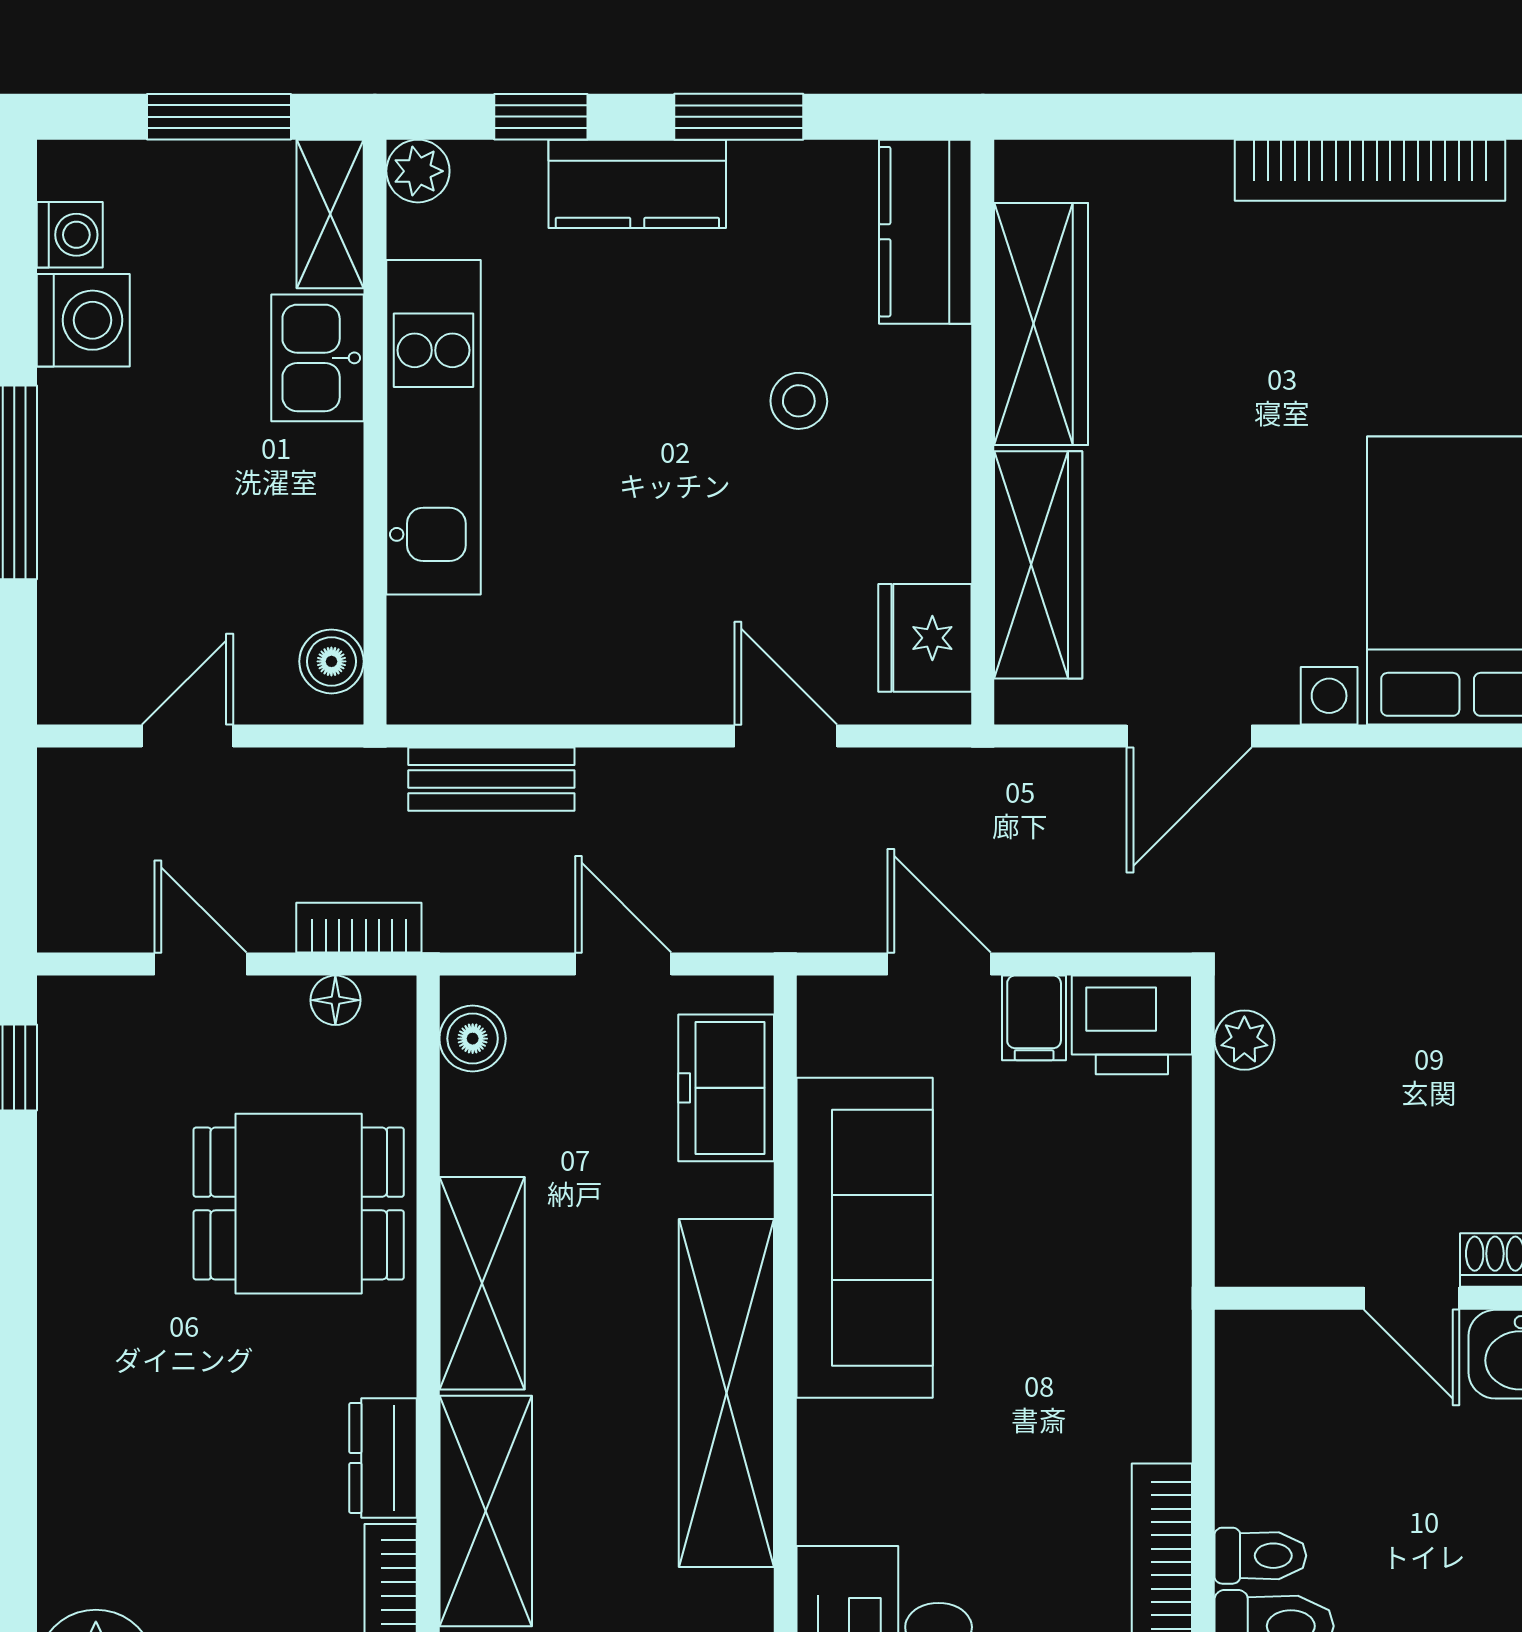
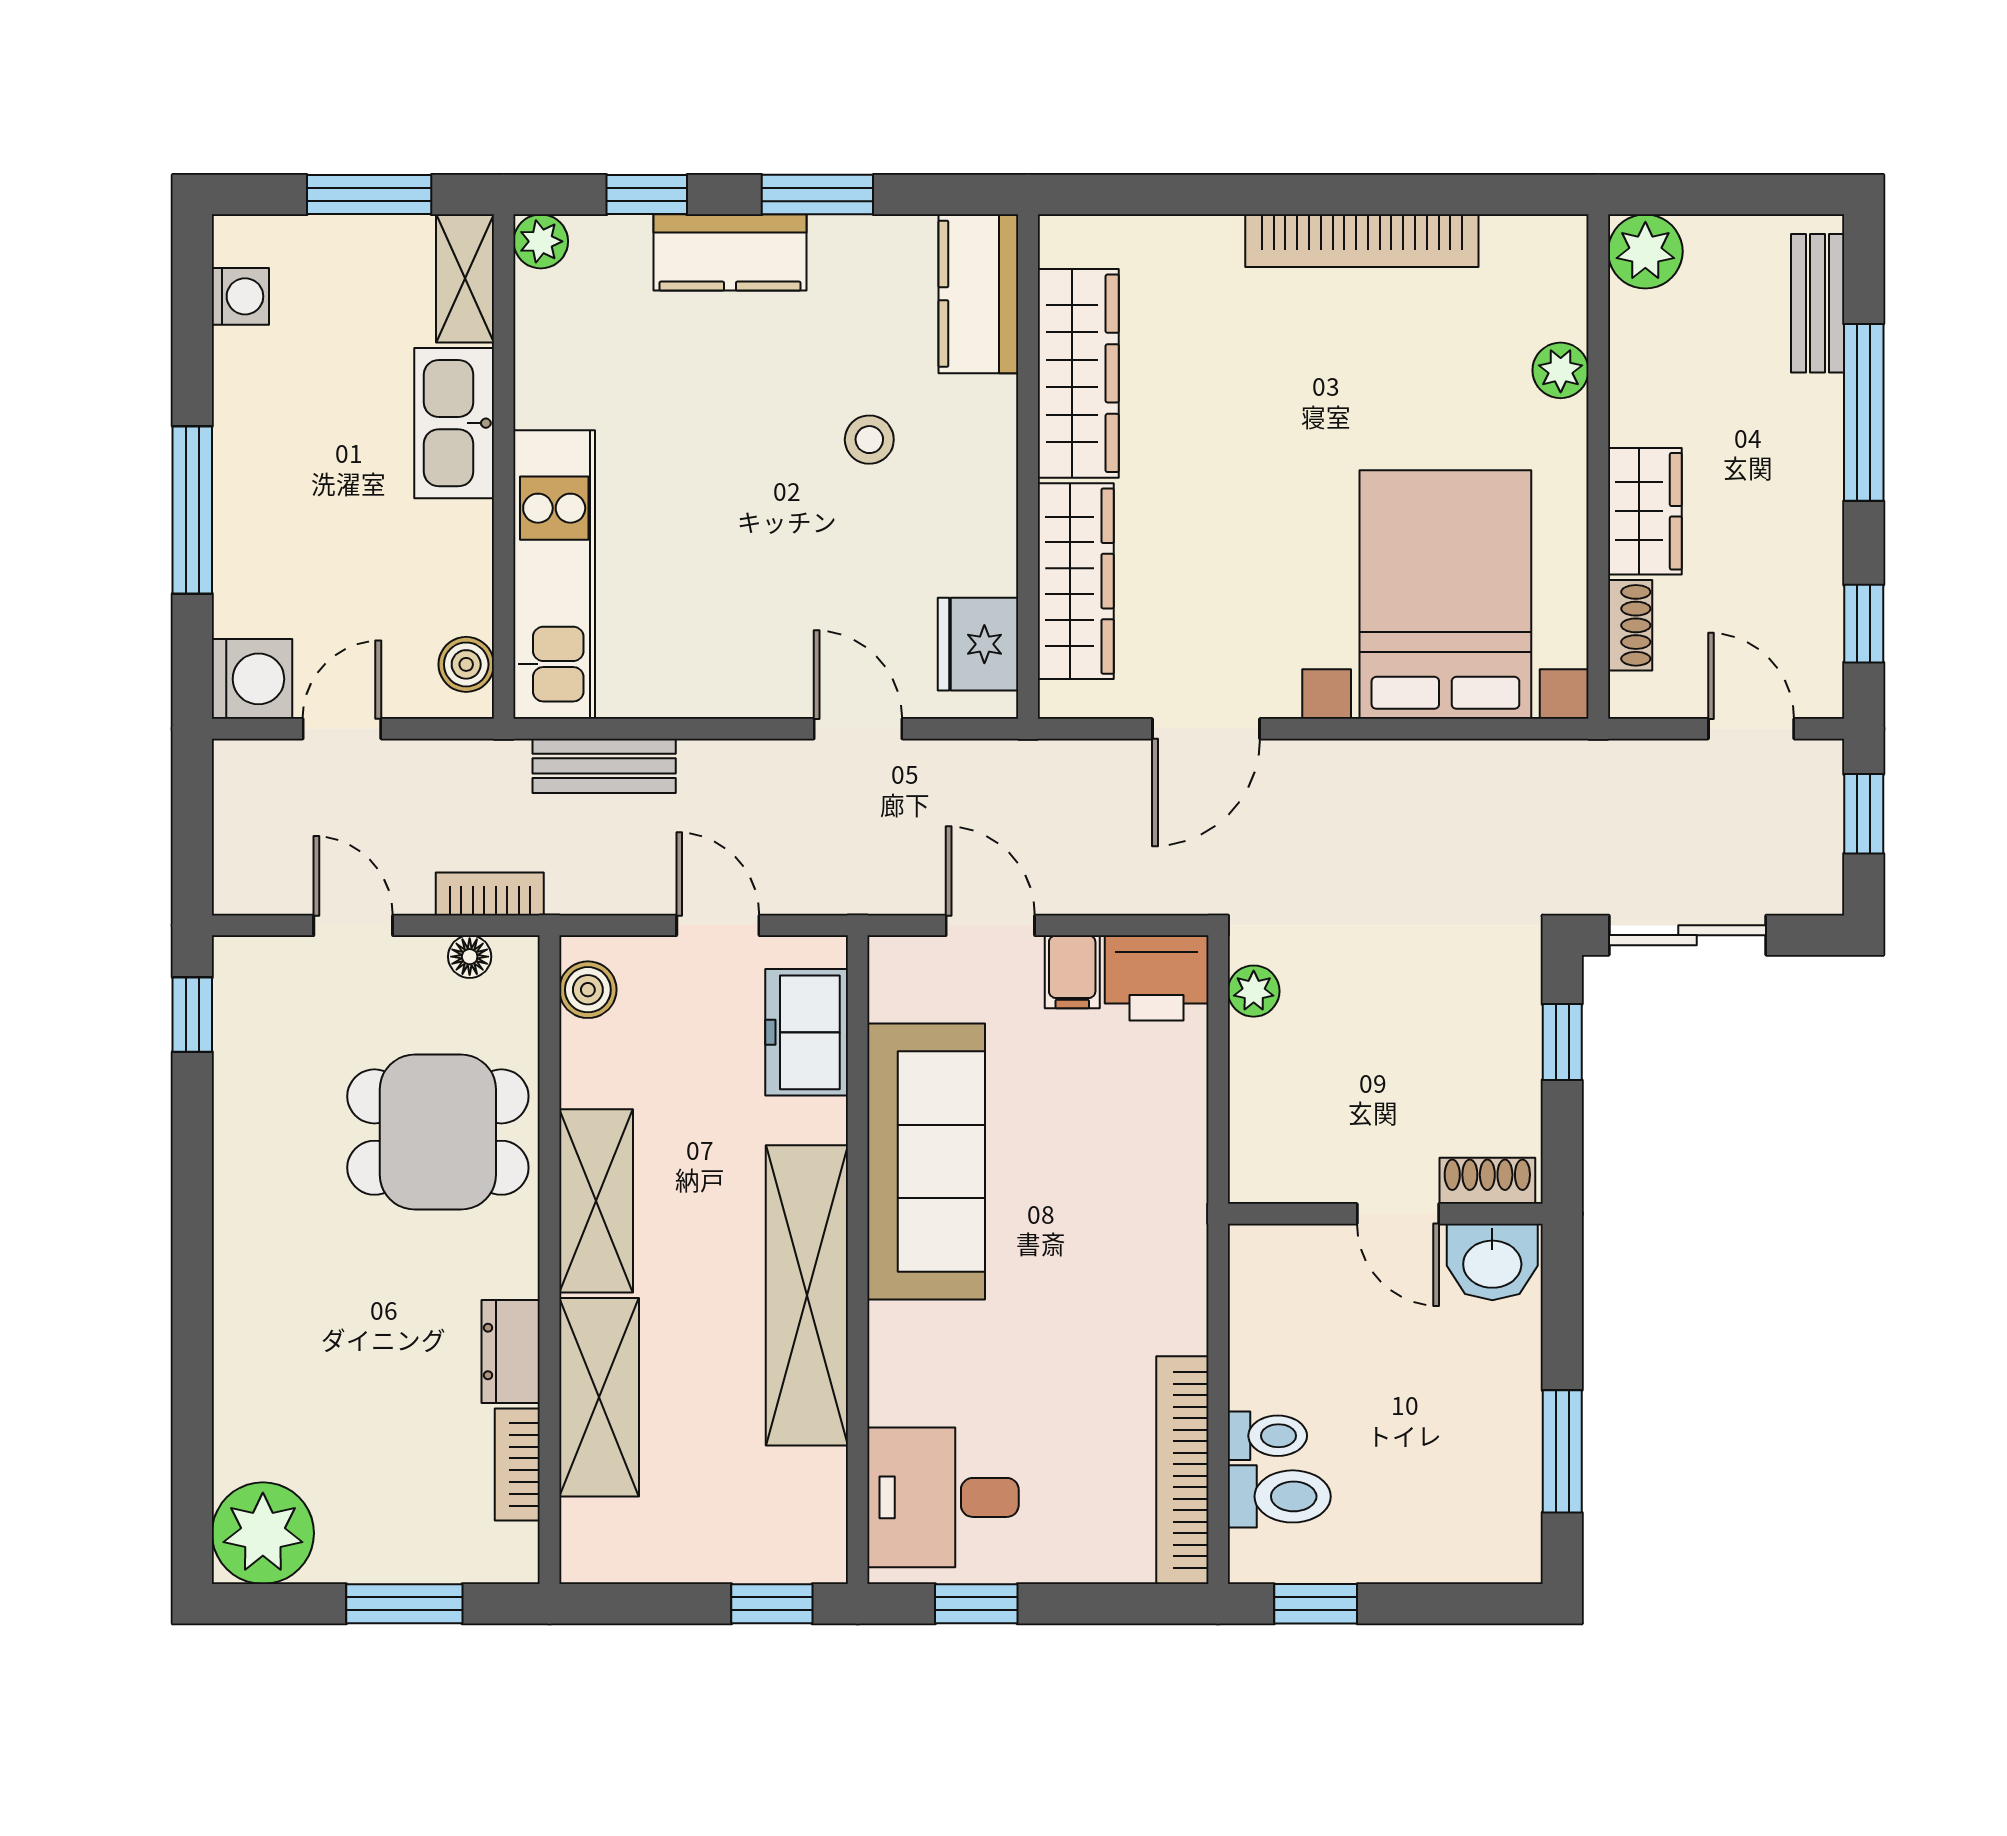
washing machine: (83, 320) -> (252, 679), moved
kitchen sink: (317, 358) -> (454, 423), width x1.38
kitchen unit: (434, 427) -> (554, 575), moved

